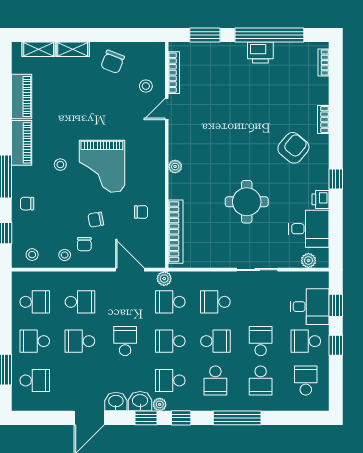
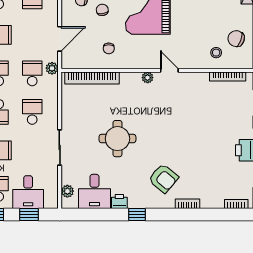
chair: (113, 62) -> (236, 39), moved
door: (167, 109) -> (169, 70), moved

